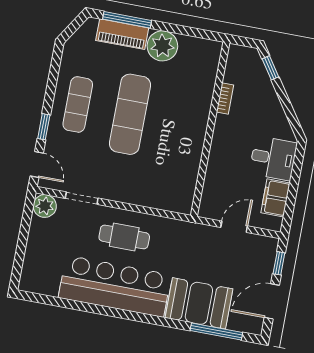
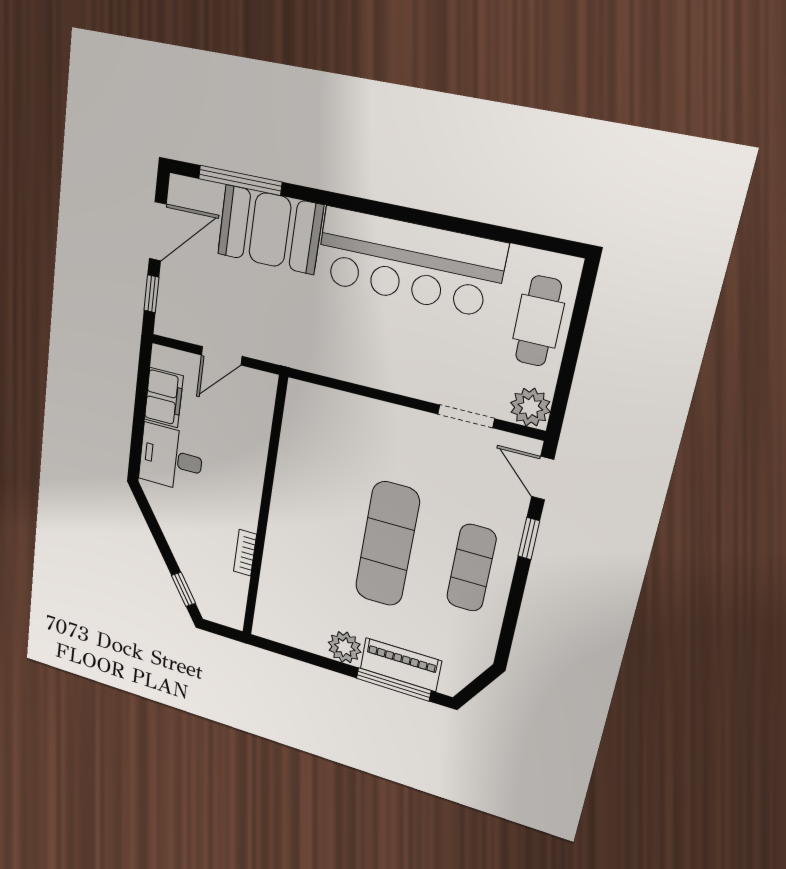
plant: (162, 46) -> (345, 647), width x0.73, depth x0.73
cafe table: (124, 237) -> (538, 321), moved, turned 90

